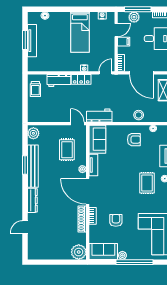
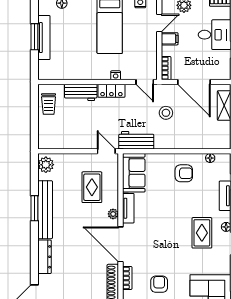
door: (105, 73) -> (145, 82), swing flipped
stool: (139, 115) -> (166, 113), moved

